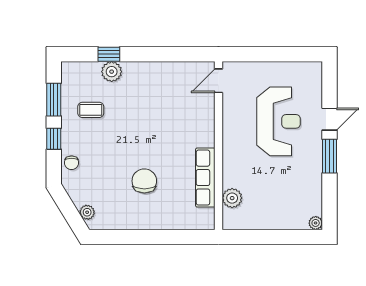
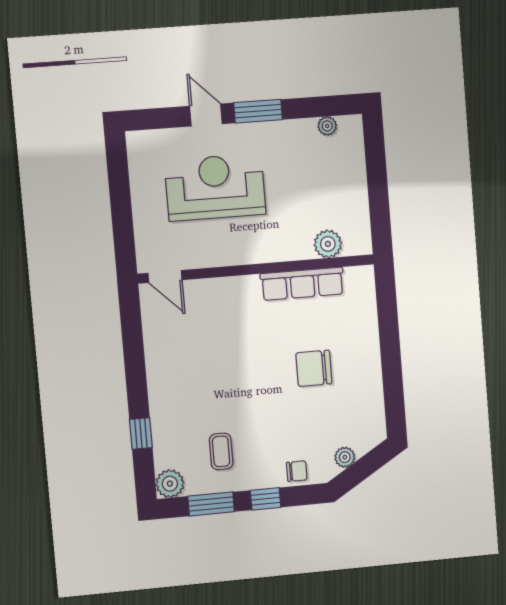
plant: (112, 72) -> (170, 484), moved
plant: (87, 212) -> (345, 457), moved
plant: (316, 223) -> (327, 126), moved

